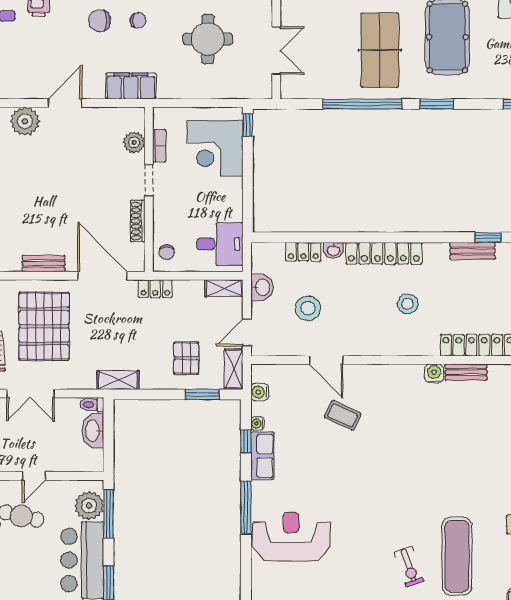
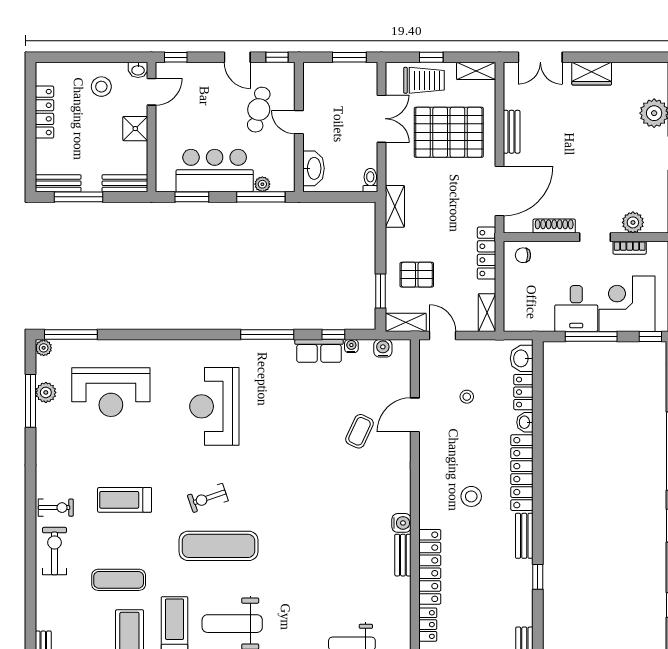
window: (248, 184) -> (591, 336), added
desk: (220, 244) -> (576, 308), moved
bench: (472, 251) -> (524, 536), moved
washbasin: (262, 287) -> (522, 358), moved, turned 90
locker: (155, 289) -> (486, 253), width x1.53
stool: (308, 308) -> (467, 397), width x0.53, depth x0.53
double door: (30, 393) -> (381, 119), swing flipped
washbasin: (93, 431) -> (314, 168), moved, turned 90
plant: (89, 506) -> (262, 184), width x0.53, depth x0.53
reception desk: (291, 537) -> (214, 406), moved, turned 180

